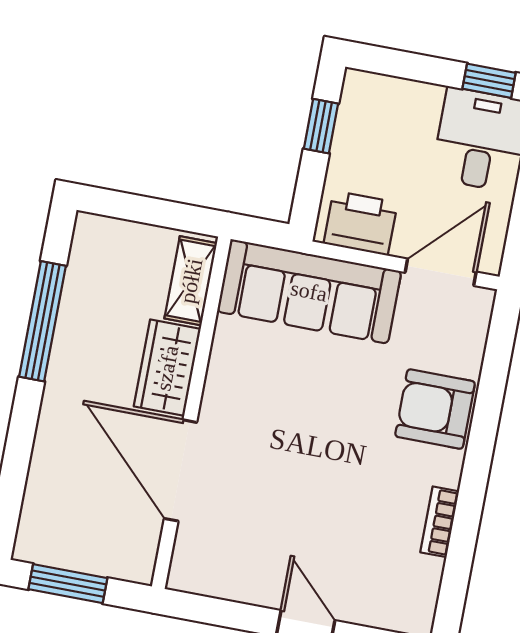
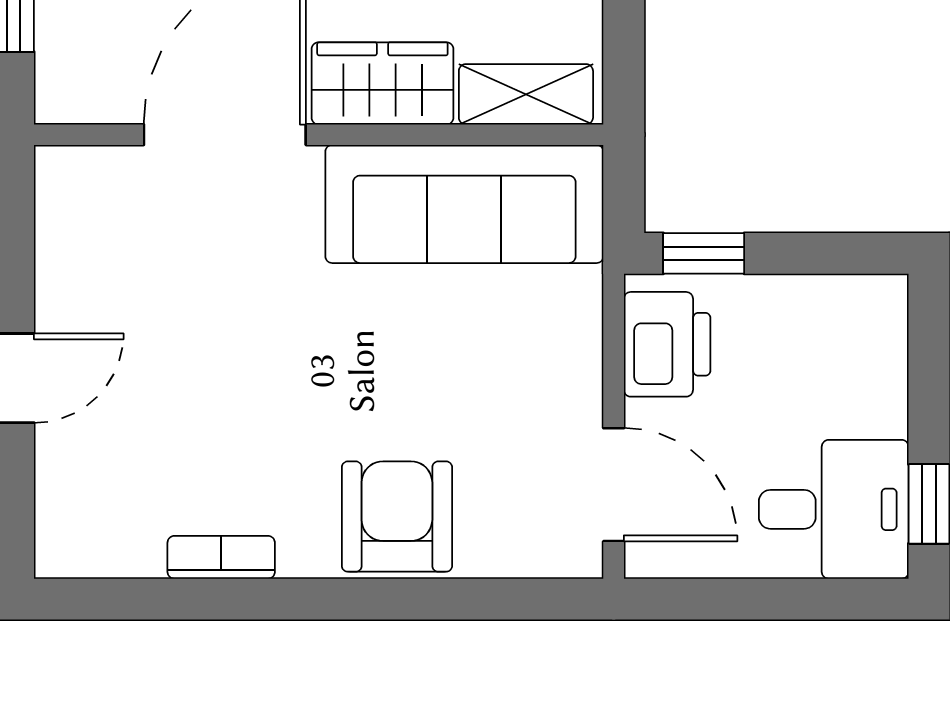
window: (321, 126) -> (704, 253), moved
sofa: (309, 291) -> (464, 204), moved, turned -90

